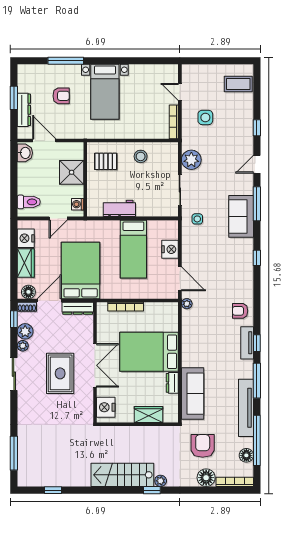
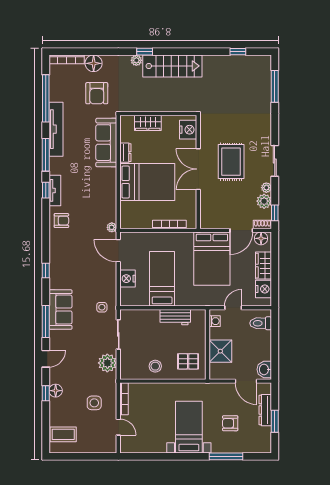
dresser: (78, 308) -> (215, 223), removed
floor lamp: (246, 455) -> (56, 391), moved

